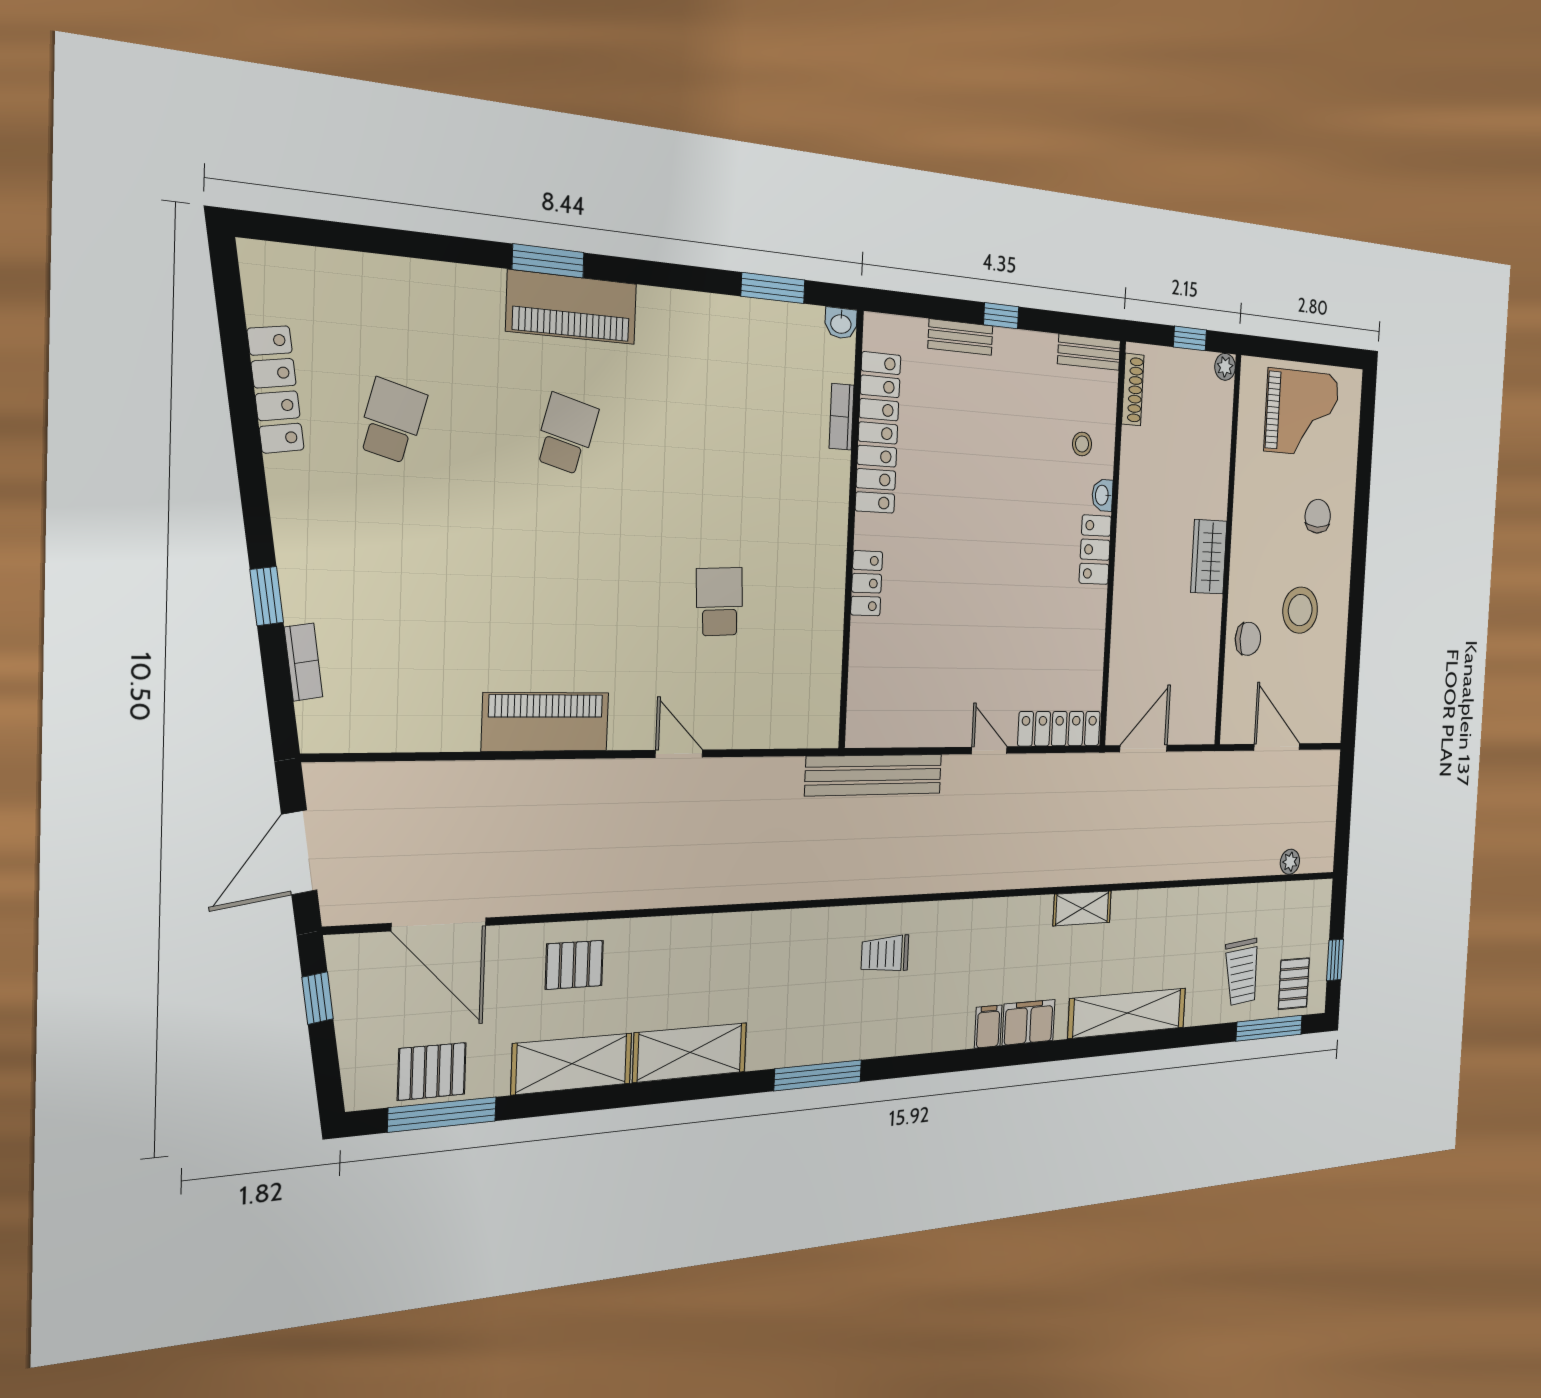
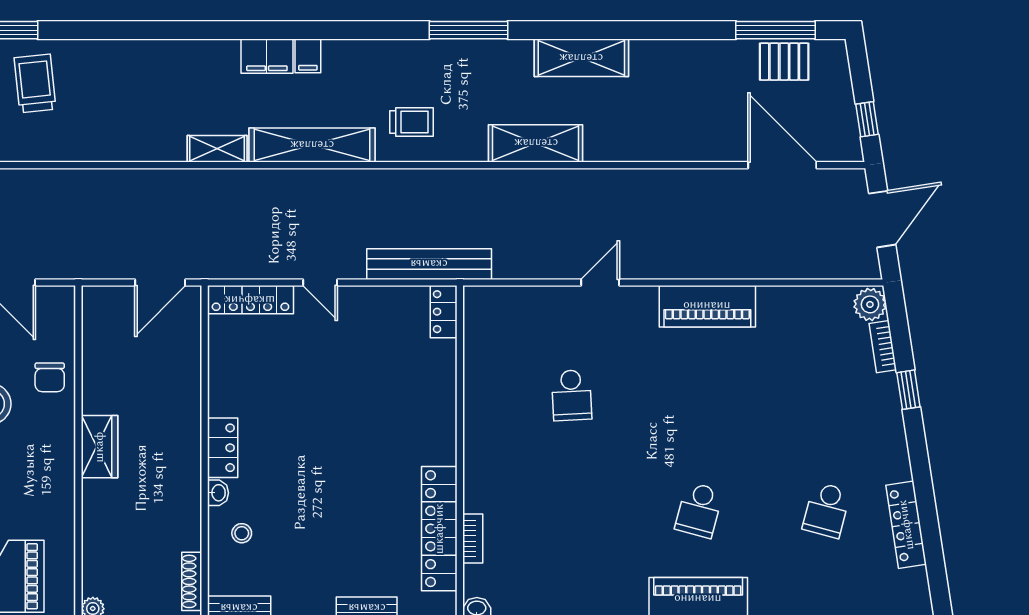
locker: (867, 583) -> (444, 312), moved
chair: (1248, 639) -> (50, 377), turned -90
plant: (321, 725) -> (870, 304), added
door: (679, 754) -> (600, 282), swing flipped
pallet: (574, 965) -> (678, 130), removed
shelving: (1127, 1013) -> (312, 145), moved
shelving: (572, 1064) -> (536, 143), moved

